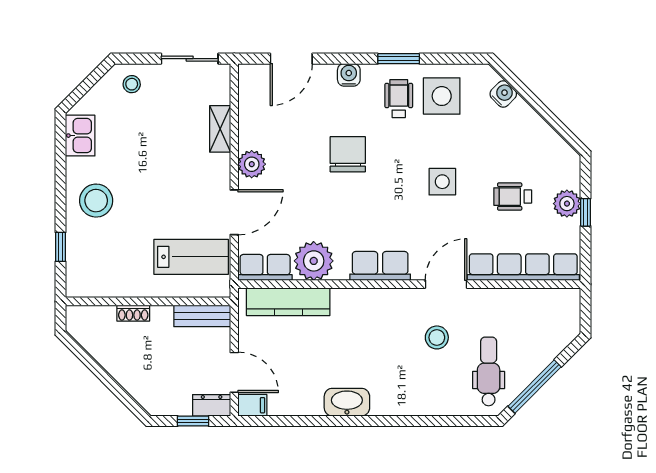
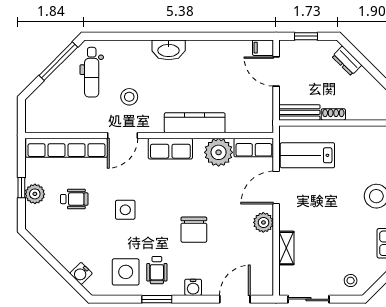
kitchen counter: (288, 302) -> (195, 123), moved
shoe rack: (133, 313) -> (333, 114), moved
washbasin: (347, 402) -> (169, 50), moved
dresser: (212, 405) -> (347, 61), moved, turned 45

